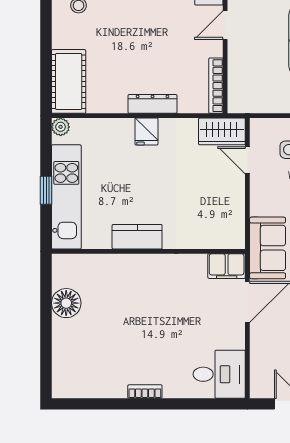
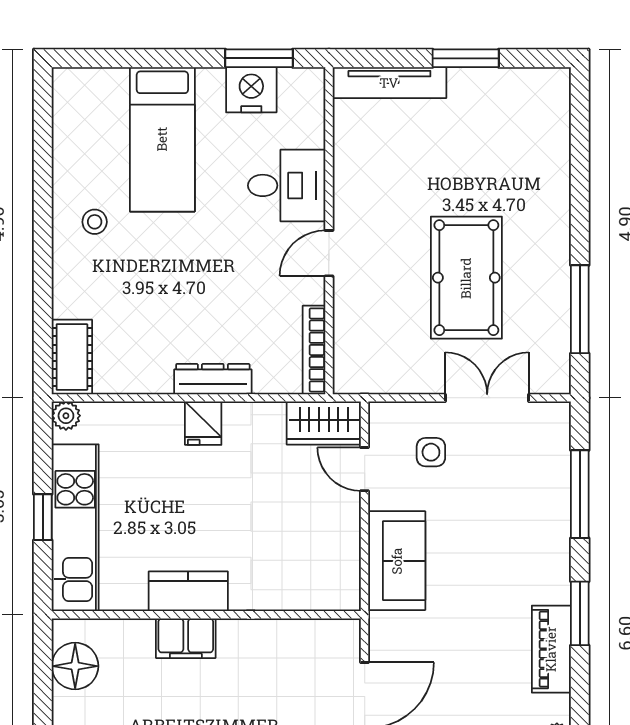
cot: (69, 81) -> (72, 357), width x0.73, depth x0.75
sofa: (268, 248) -> (397, 561), moved
filing cabinet: (227, 266) -> (186, 638), moved
floor lamp: (66, 303) -> (75, 666), moved

